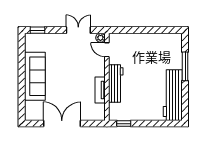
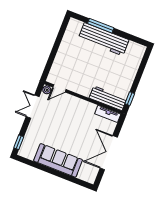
workbench: (116, 83) -> (108, 98), moved
tv unit: (100, 90) -> (108, 114), moved
workbench: (173, 95) -> (104, 39), moved

